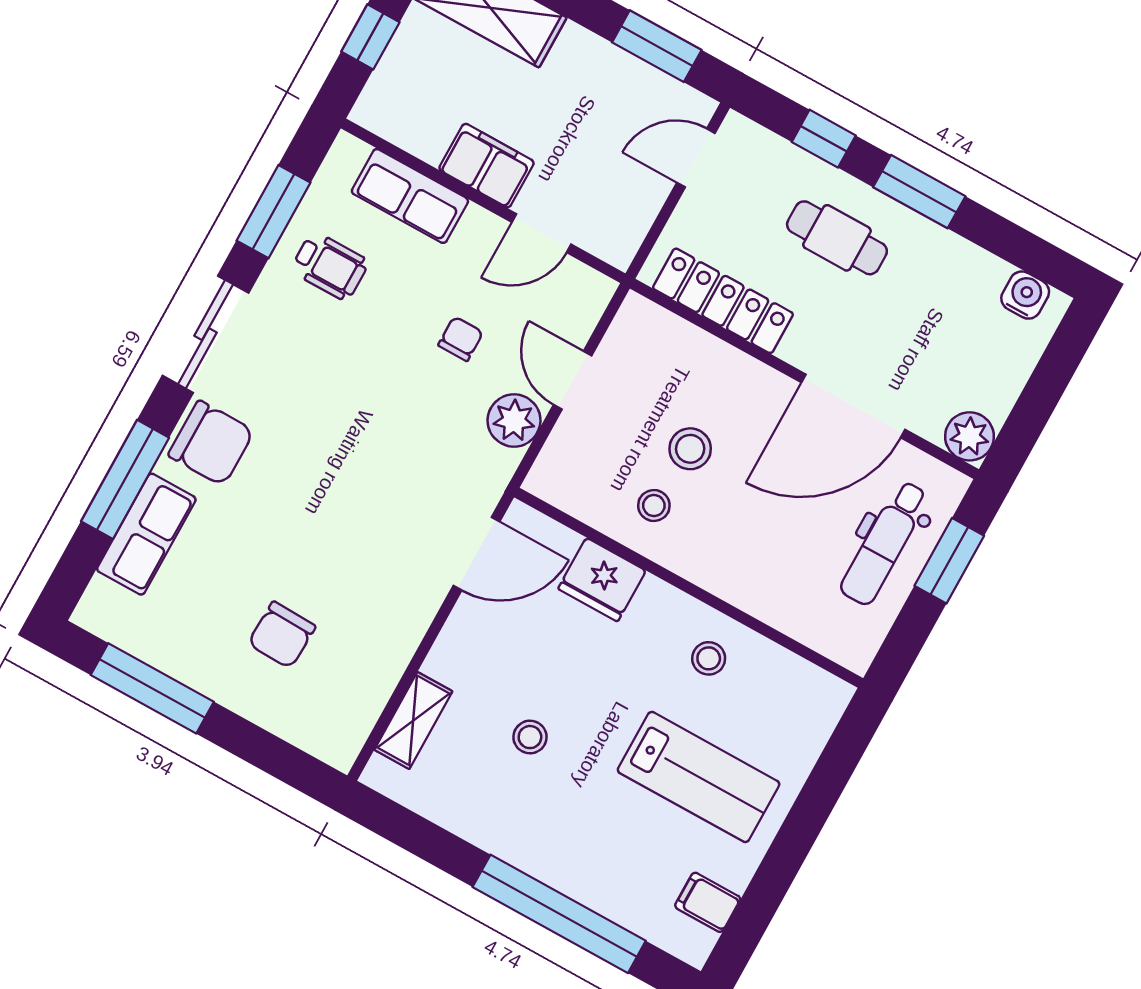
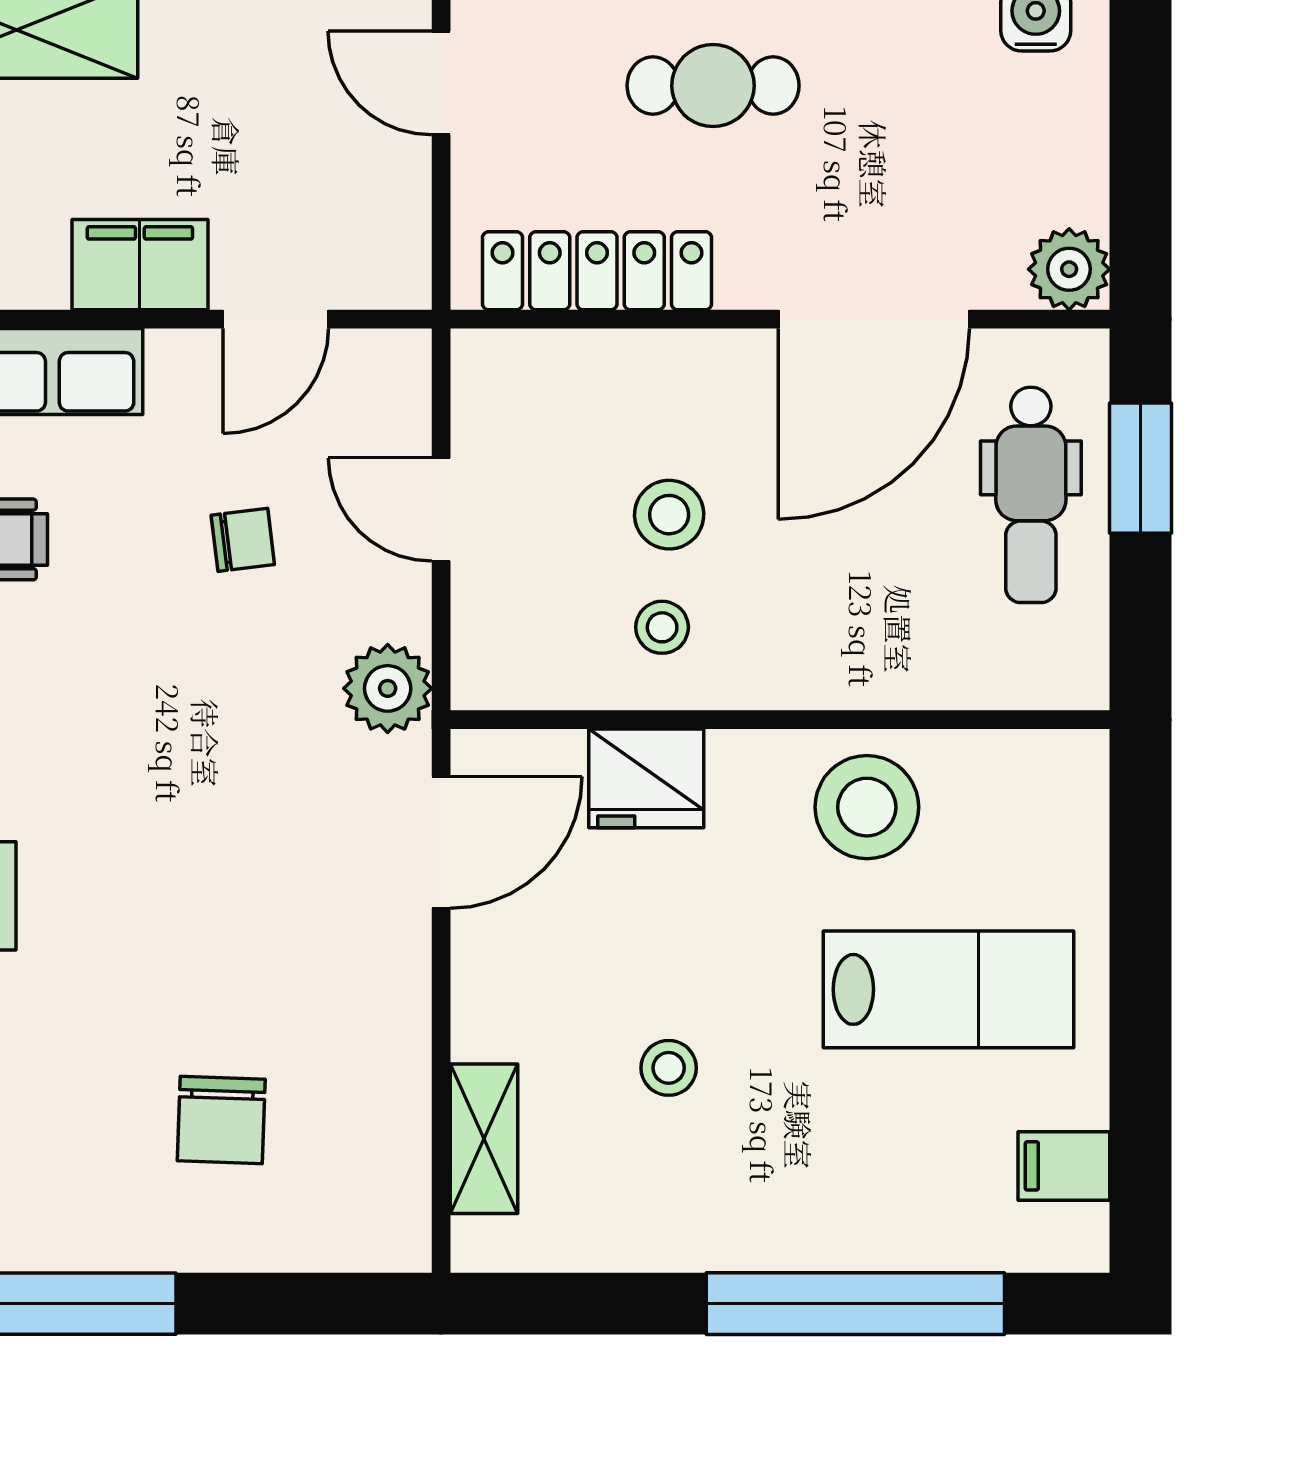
door: (696, 158) -> (441, 83), hinge flipped
chair: (461, 339) -> (243, 540), turned 83
plant: (514, 420) -> (388, 688), moved
stool: (709, 658) -> (867, 807), width x1.89, depth x1.89

